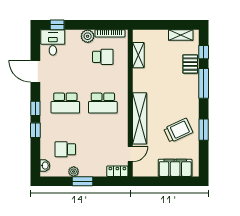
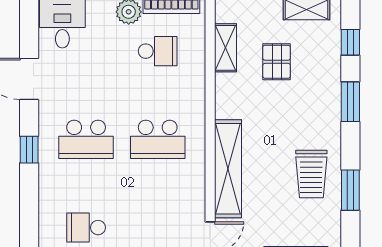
pallet: (190, 64) -> (277, 62), moved
window: (204, 83) -> (350, 102), width x0.69
window: (35, 130) -> (29, 191), removed
trolley: (178, 130) -> (311, 174), moved, turned 115

